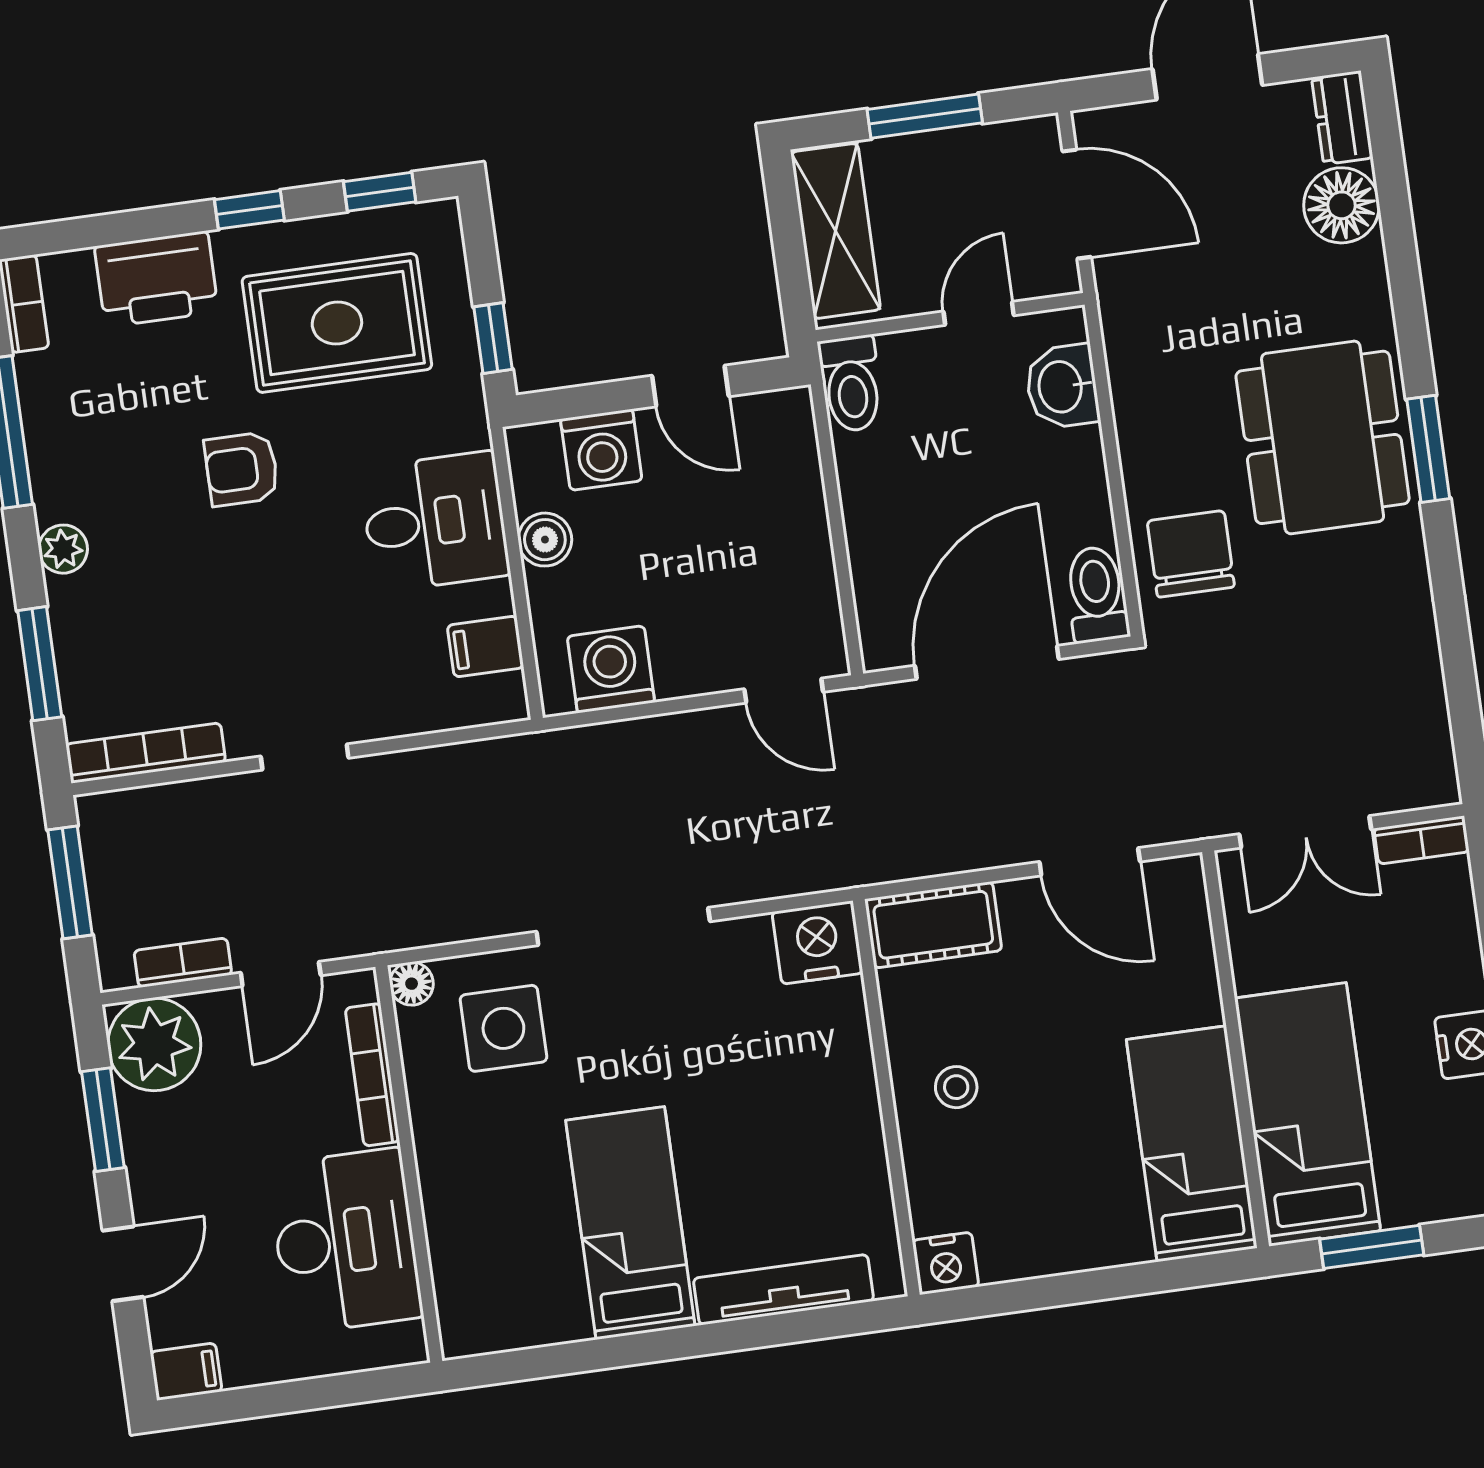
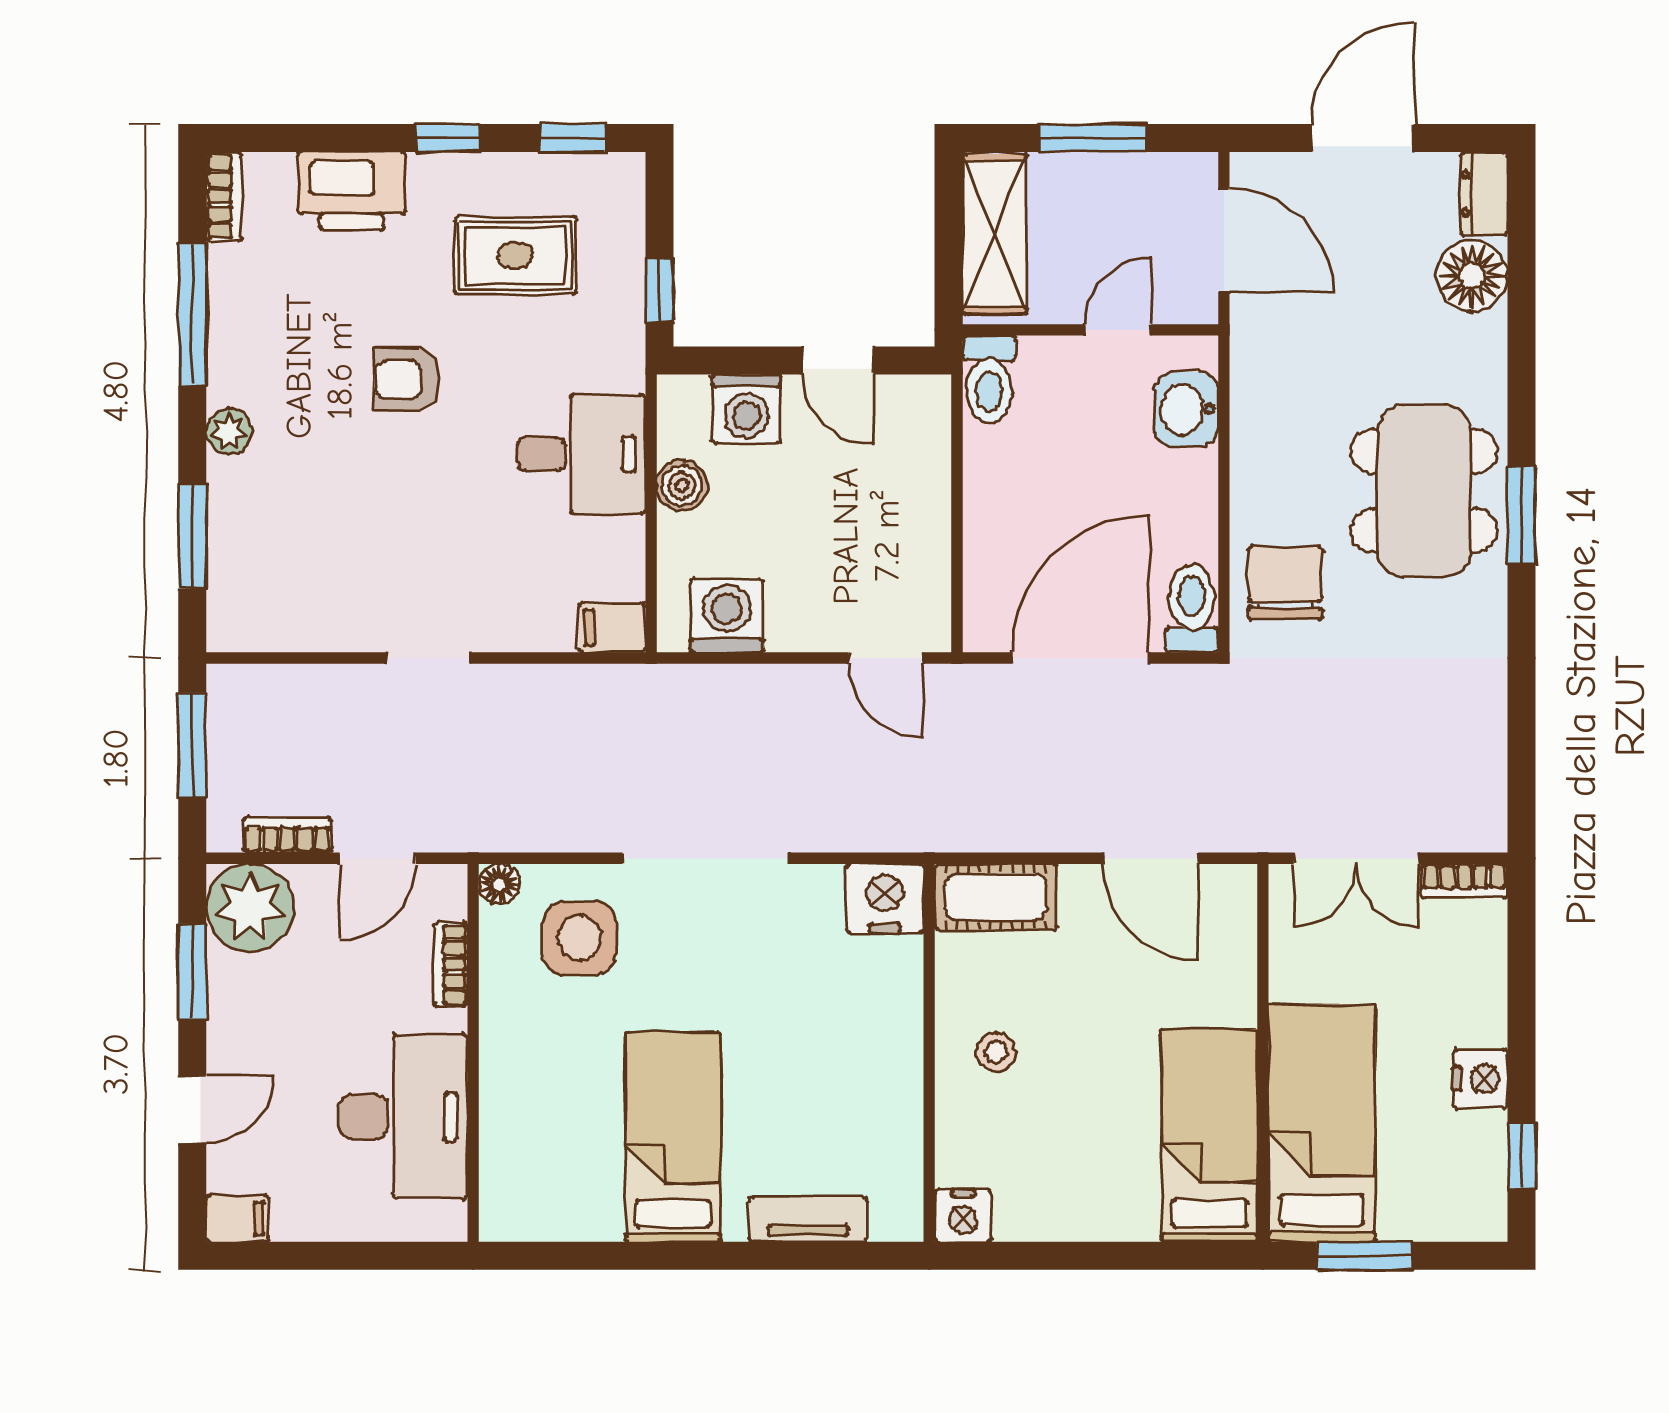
rug: (337, 323) -> (515, 255), width x0.73, depth x0.70
filing cabinet: (486, 647) -> (612, 627), moved
bookcase: (146, 753) -> (280, 634), removed
bookcase: (372, 1075) -> (451, 965), width x0.64
tv unit: (783, 1290) -> (808, 1219), width x0.71

